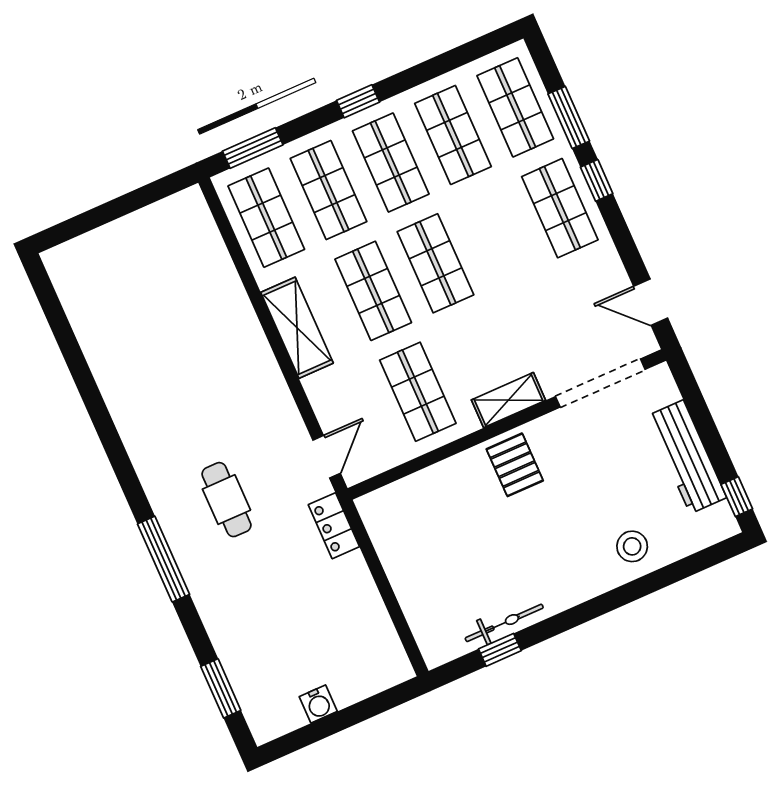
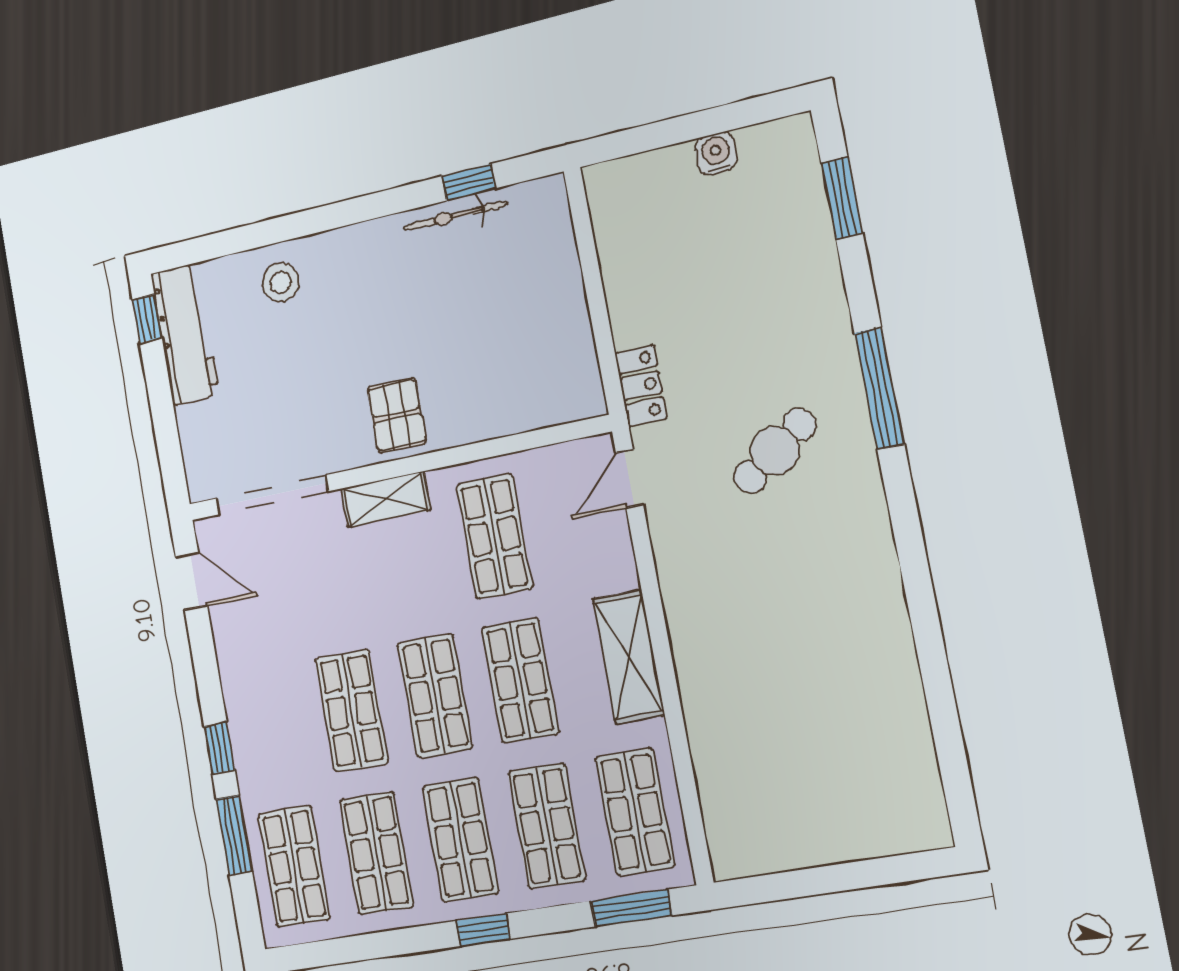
shop shelf: (560, 208) -> (352, 711), moved
workbench: (687, 457) -> (185, 334), moved
cafe table: (226, 500) -> (775, 451), turned 54

